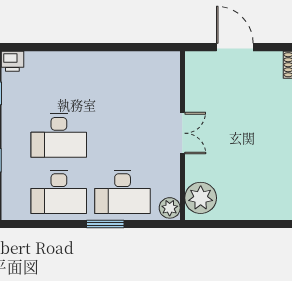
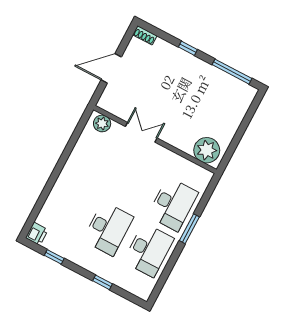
double door: (182, 133) -> (141, 132), moved
plant: (170, 208) -> (102, 123), moved

